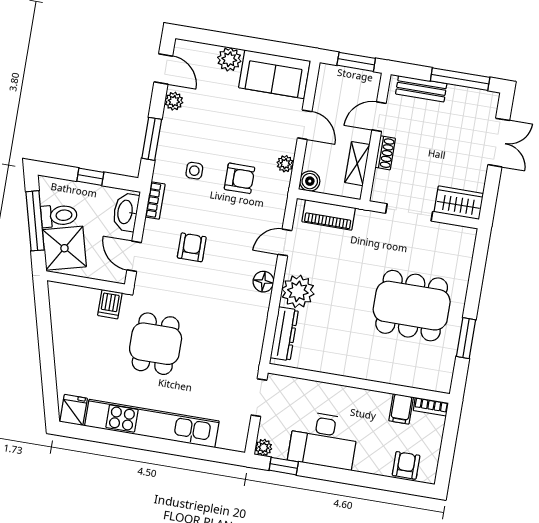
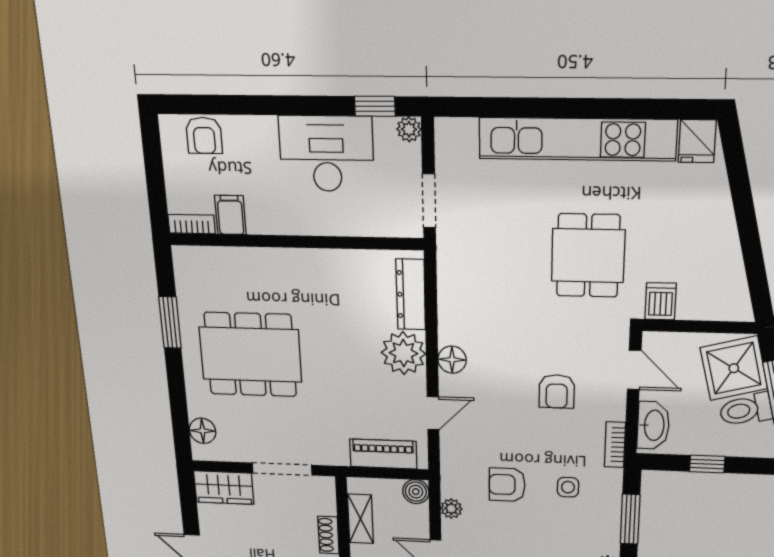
floor lamp: (463, 251) -> (203, 431), added

